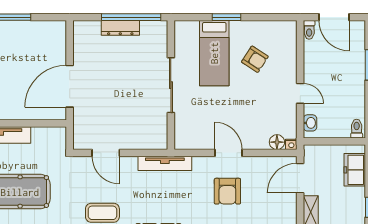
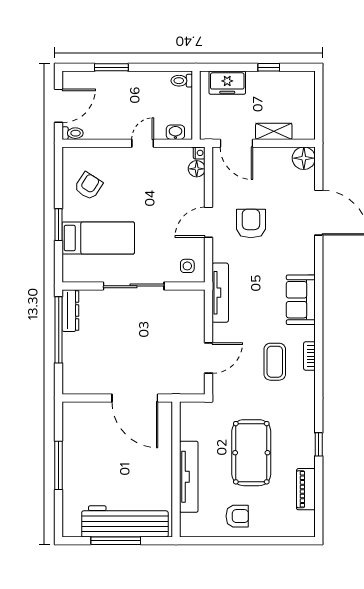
dresser: (120, 28) -> (70, 311), moved
armchair: (255, 59) -> (89, 186), moved
side table: (189, 134) -> (187, 266), added
armchair: (227, 191) -> (251, 223), turned -90

